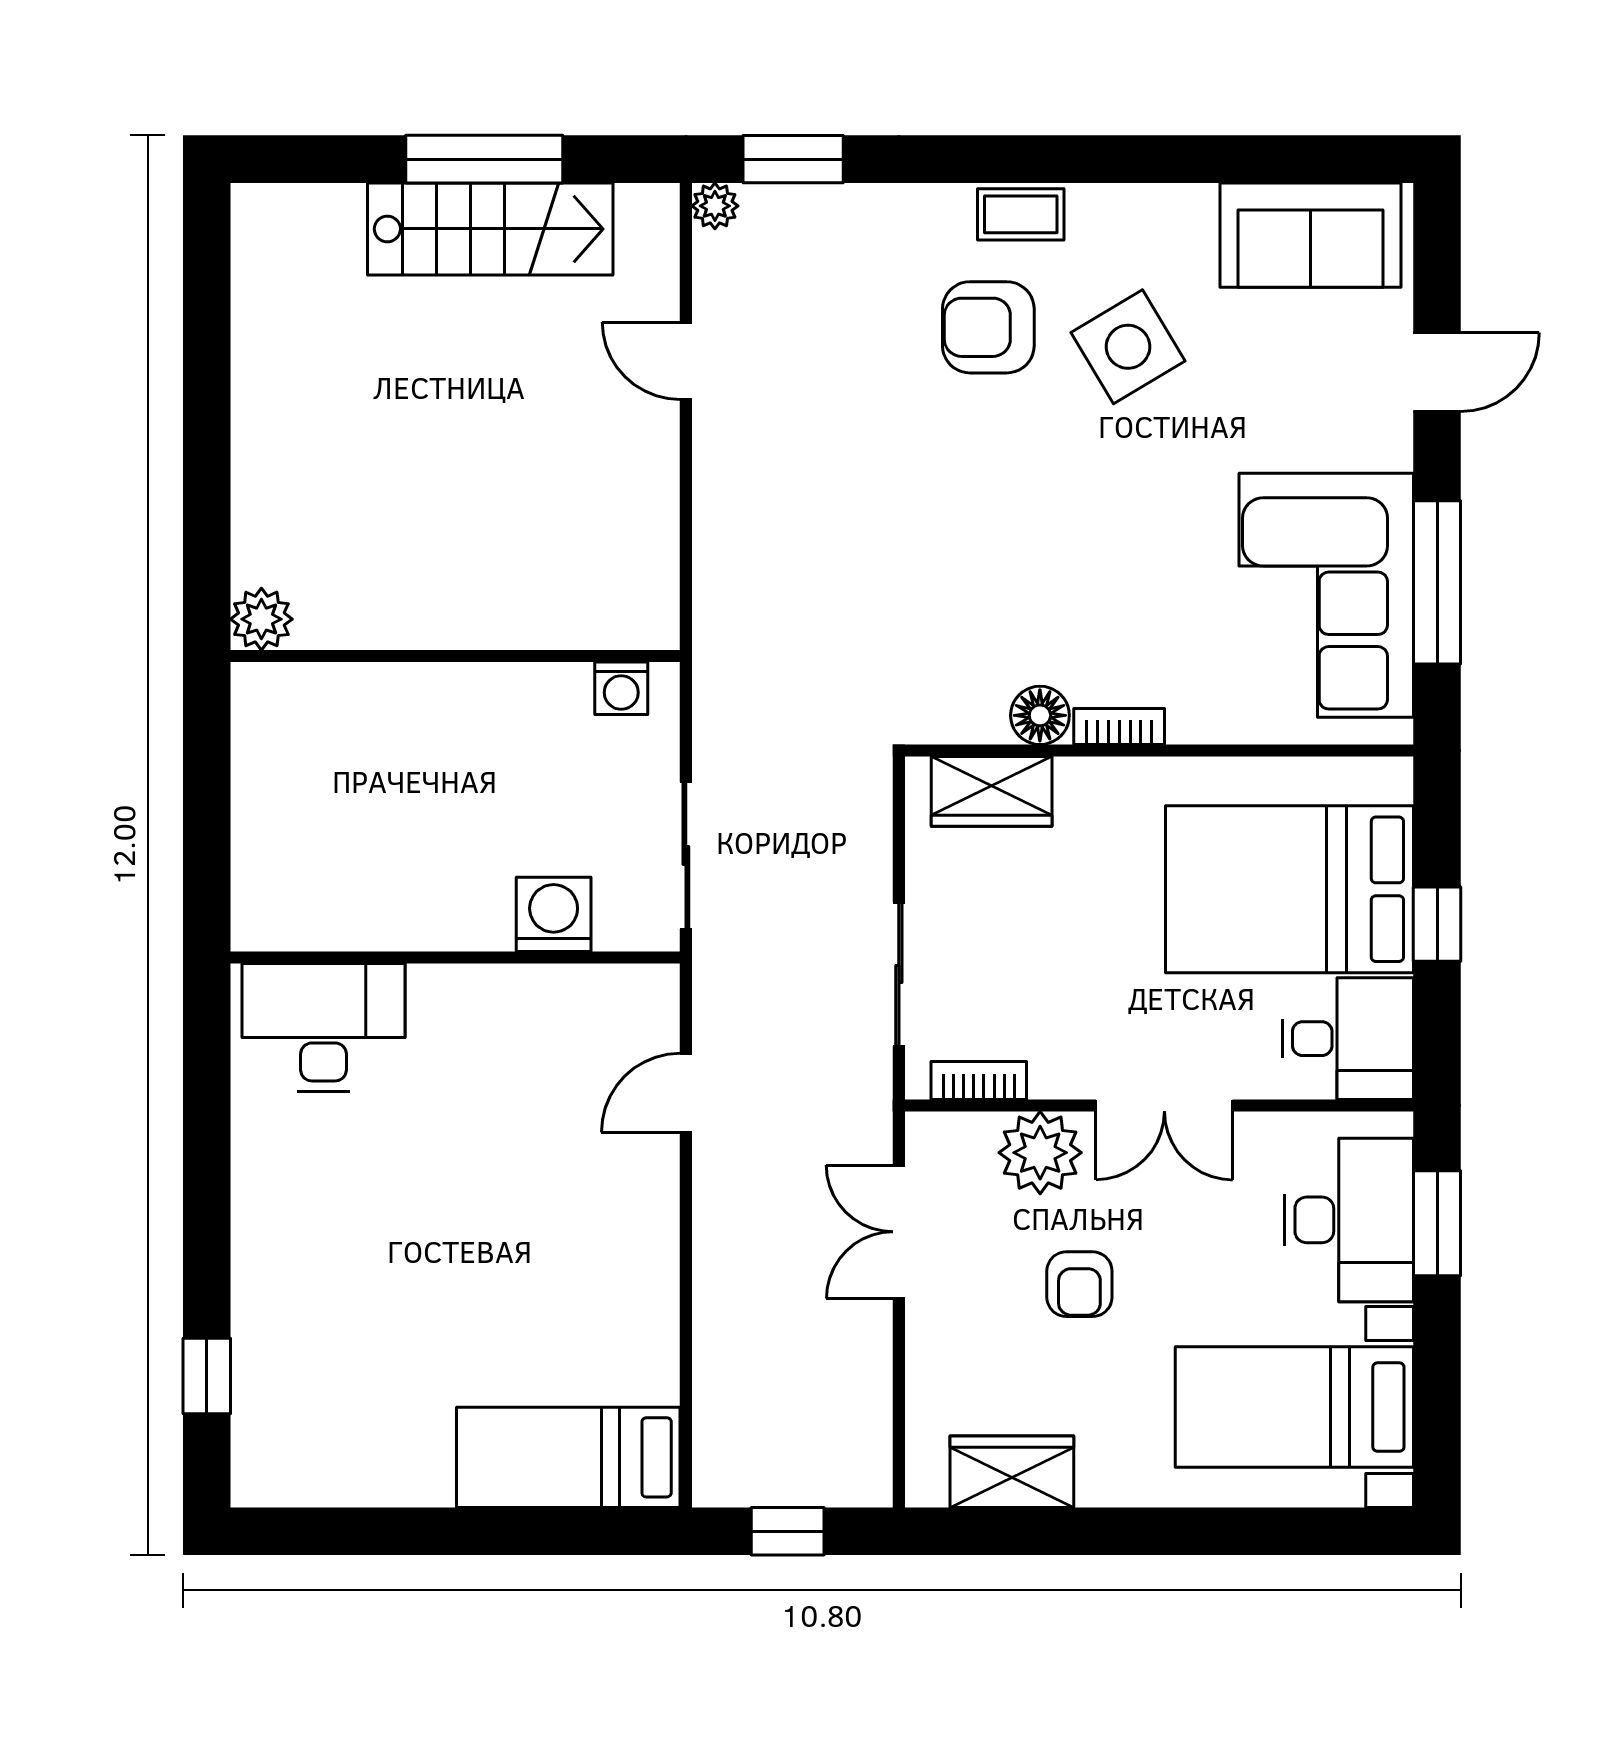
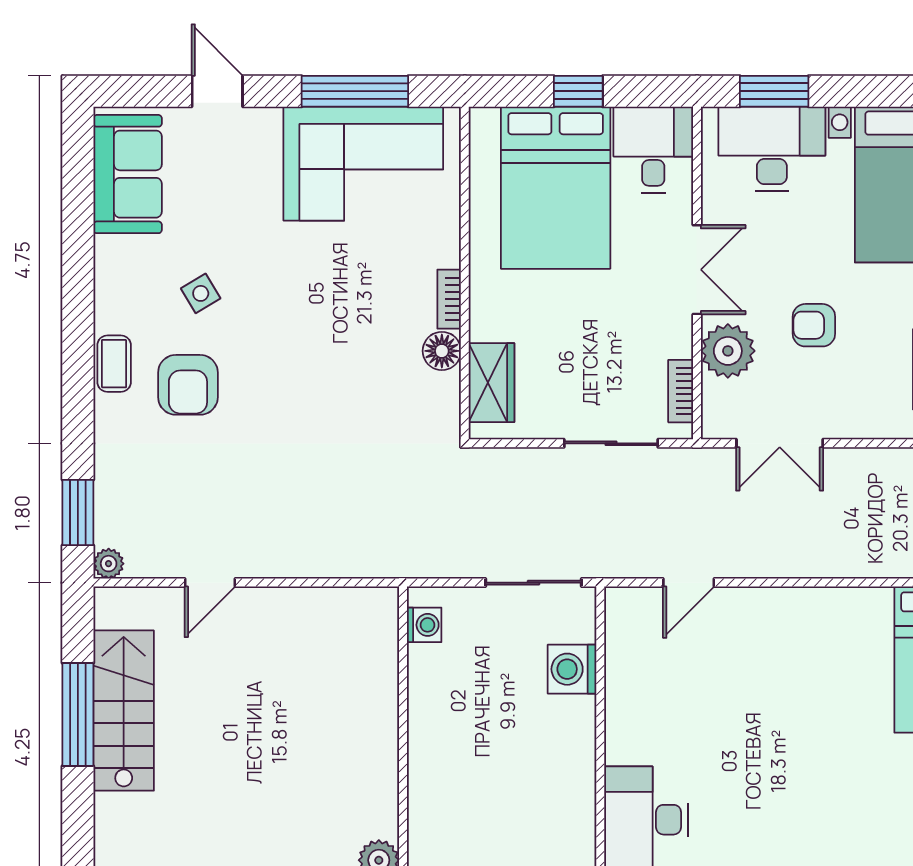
side table: (1128, 347) -> (201, 293), width x0.54, depth x0.54
door: (686, 1093) -> (689, 583), hinge flipped
armchair: (1079, 1284) -> (814, 325), turned 180

